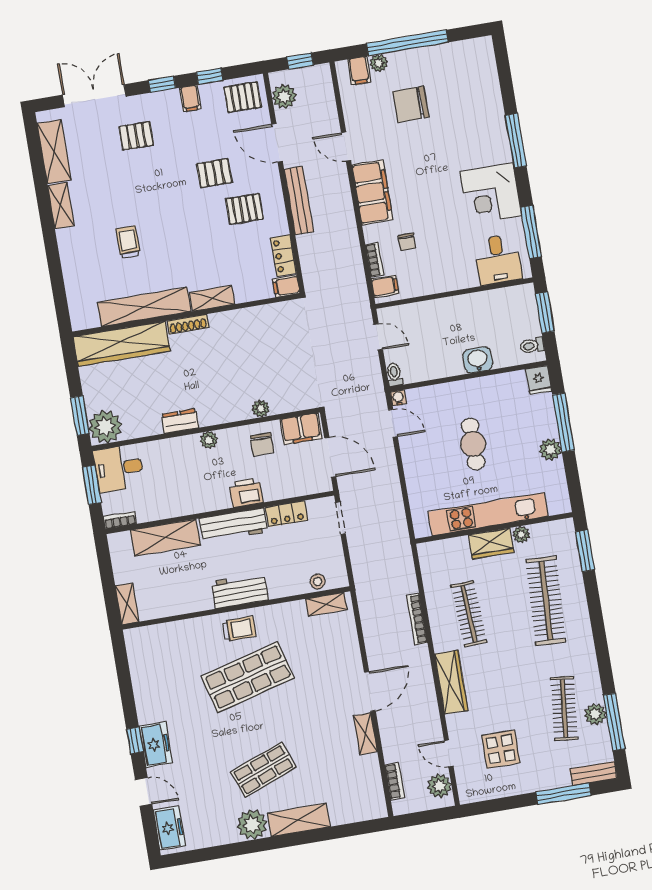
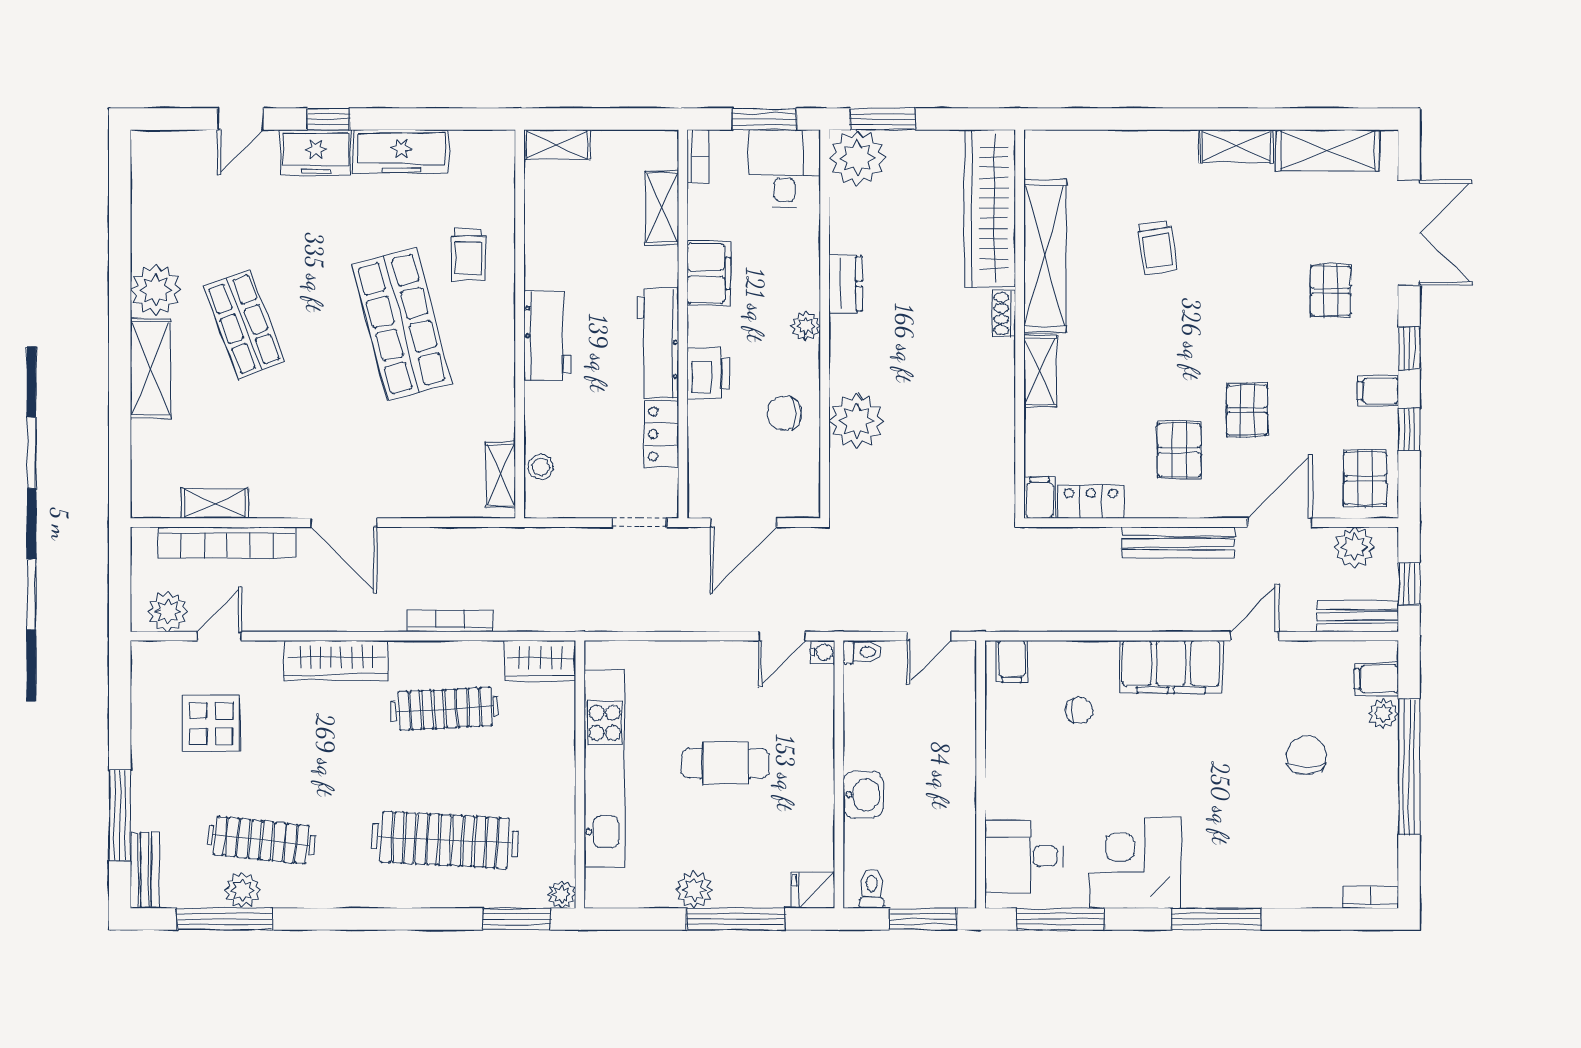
bench: (324, 88) -> (1358, 616), added
chair: (411, 104) -> (1306, 755), width x0.73, depth x0.73
trolley: (128, 242) -> (1157, 248), turned 81
chair: (407, 242) -> (1079, 710), turned 180
bookcase: (375, 260) -> (1371, 897), moved, turned 180
shoe rack: (188, 324) -> (1004, 314), width x0.70
plant: (261, 408) -> (857, 421), width x1.87, depth x1.87
filing cabinet: (301, 429) -> (709, 273), moved, turned 180
plant: (521, 534) -> (562, 894), moved
shelving: (165, 538) -> (662, 208), width x0.67, depth x0.75
wardrobe: (491, 544) -> (540, 661), moved, turned -90
trolley: (239, 629) -> (468, 254), moved
shelving: (365, 734) -> (215, 503), moved
bookcase: (395, 781) -> (227, 542), width x2.31, depth x1.31
freezer: (169, 828) -> (401, 152), moved, width x1.40

